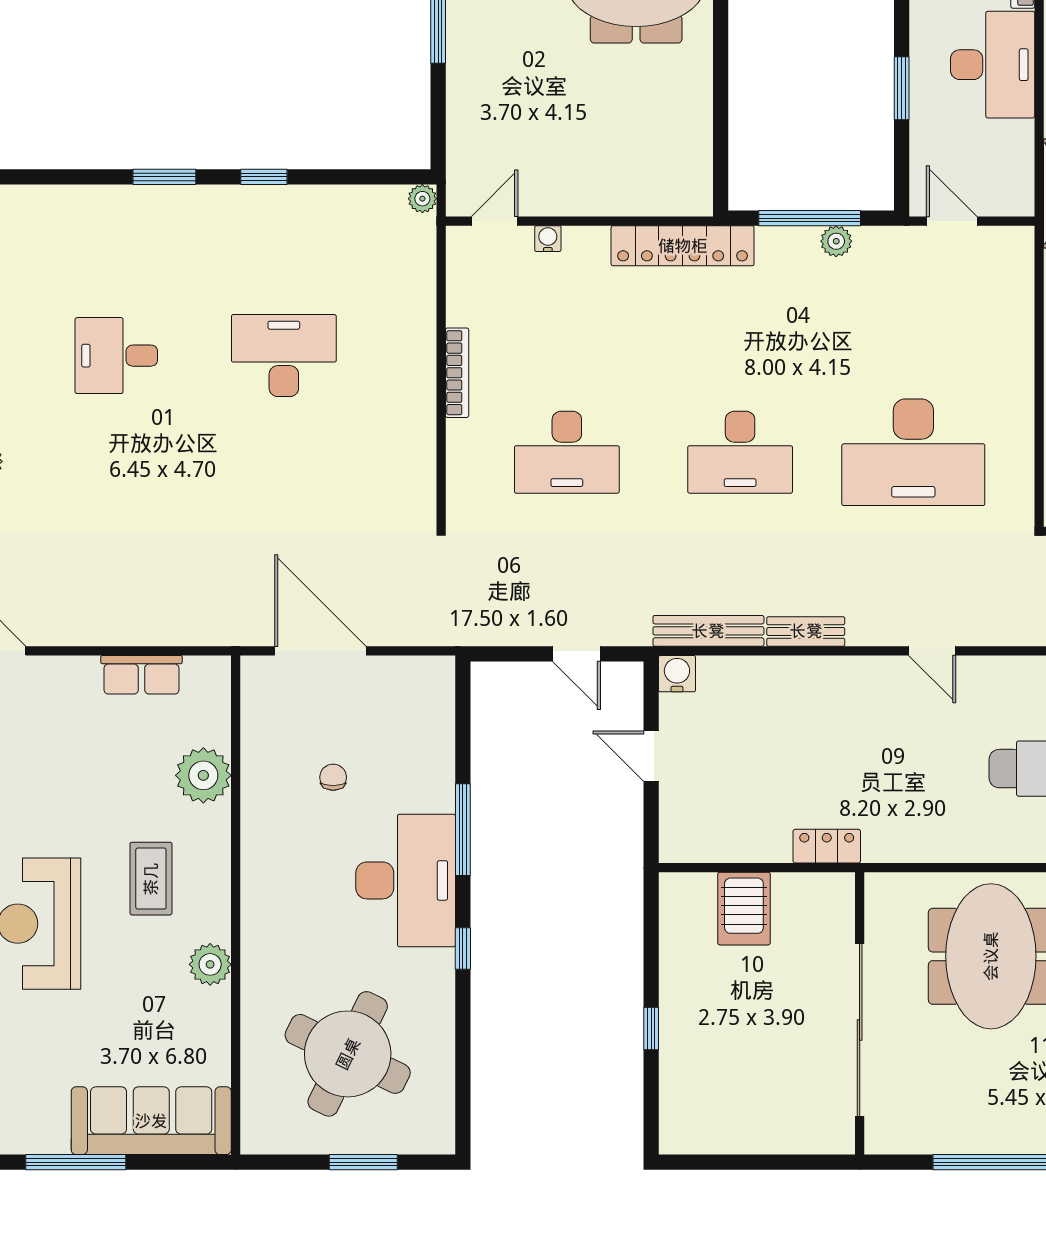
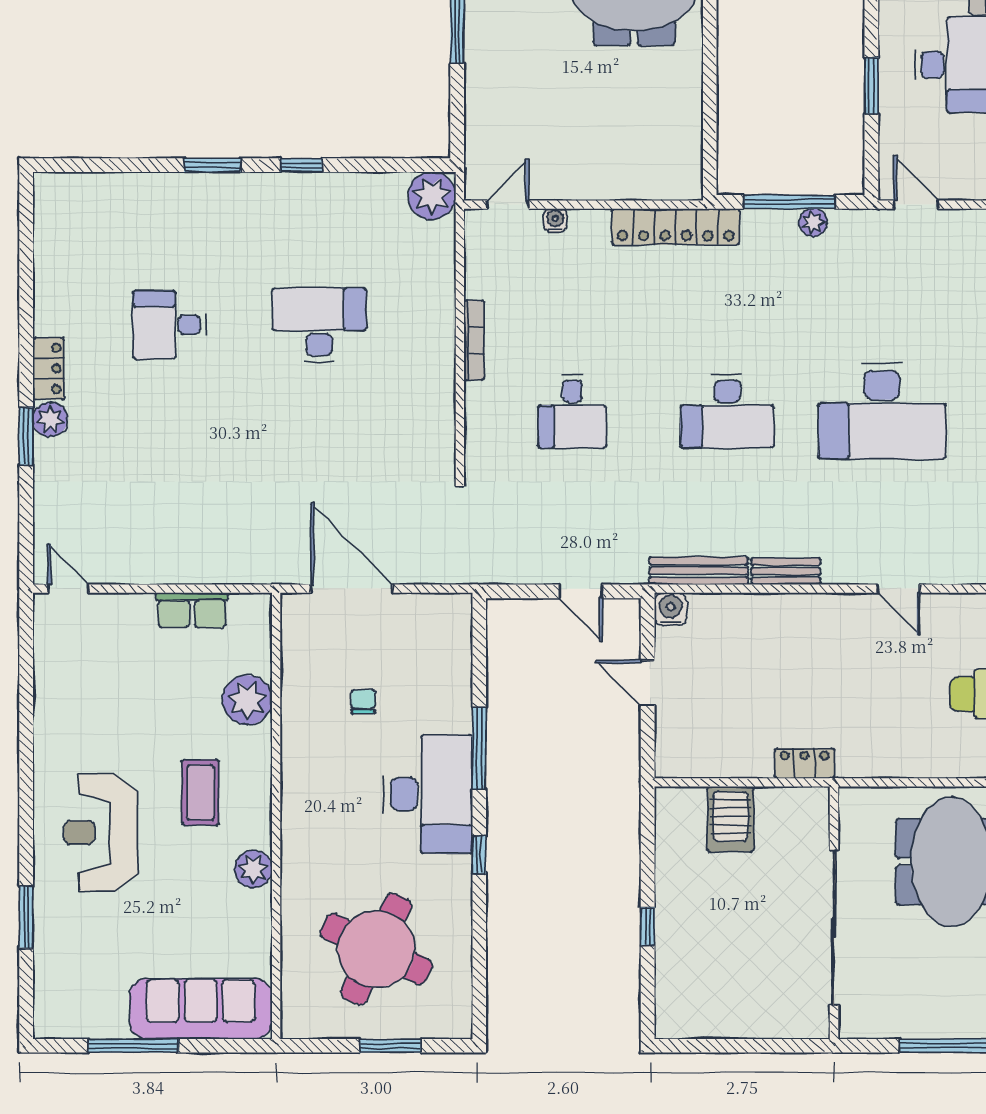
plant: (422, 199) -> (432, 196), width x1.88, depth x1.88
desk: (567, 452) -> (572, 411), width x0.73

